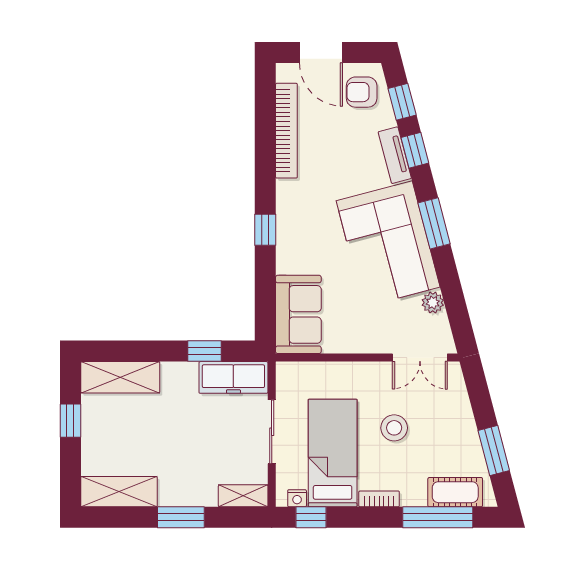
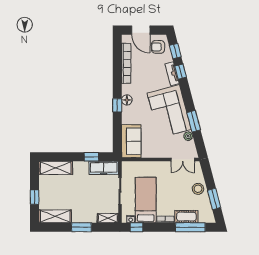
floor lamp: (288, 217) -> (127, 100), added
window: (434, 223) -> (194, 121), moved
window: (70, 421) -> (35, 197), moved
stool: (394, 428) -> (198, 189), moved
cot: (455, 492) -> (186, 217), moved

